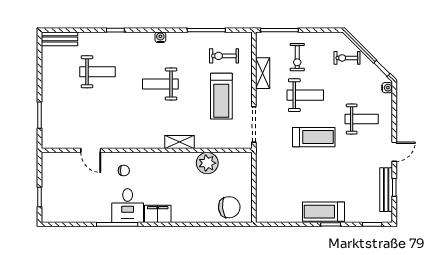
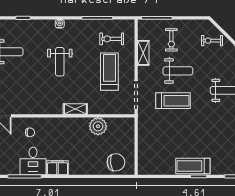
weight bench: (160, 84) -> (60, 62), turned -90
treadmill: (221, 96) -> (109, 72), turned 180
treadmill: (314, 137) -> (173, 101), moved

